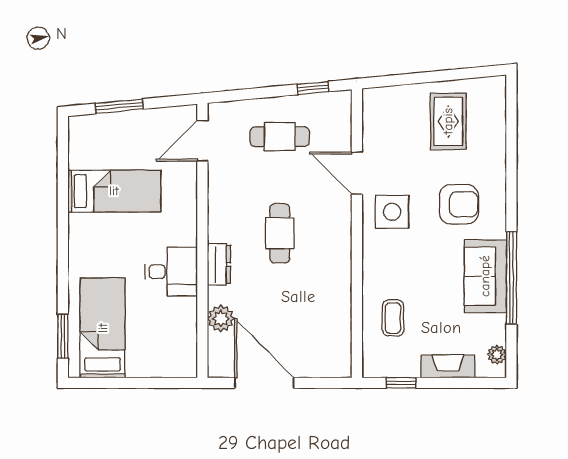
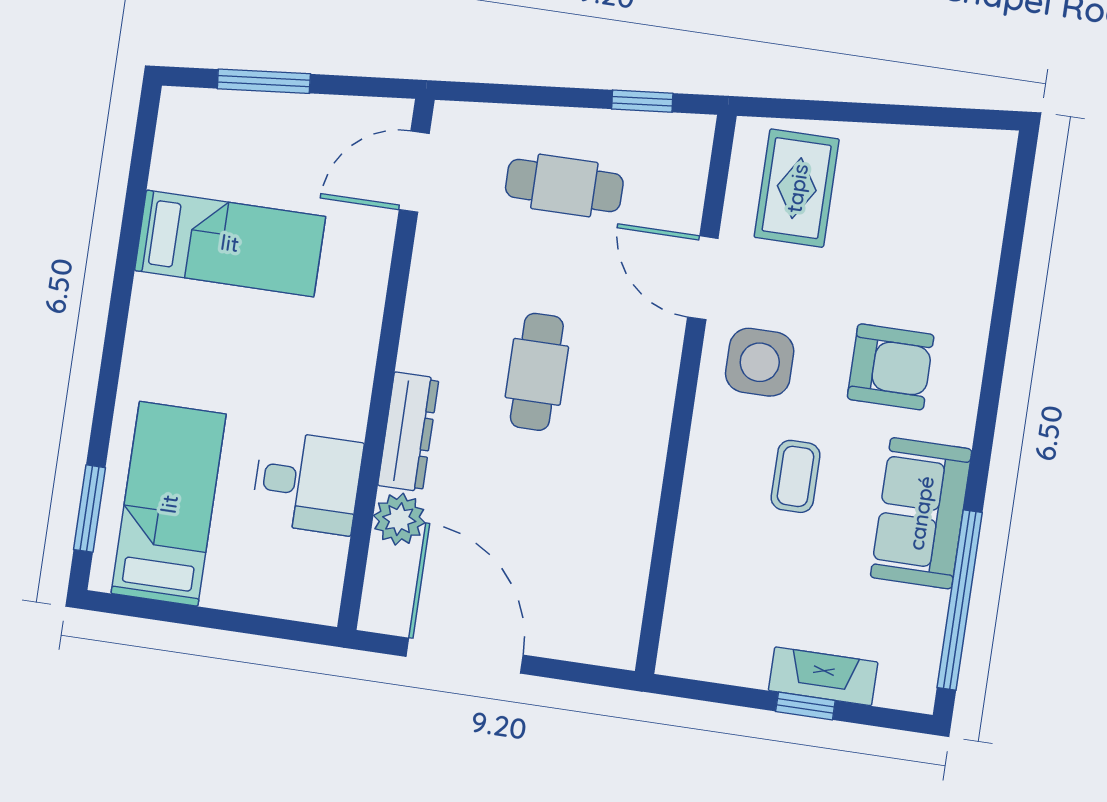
rug: (448, 121) -> (797, 188), moved
dresser: (219, 264) -> (408, 432), width x1.44
desk: (171, 272) -> (307, 482), moved
window: (511, 278) -> (960, 600), moved
coffee table: (393, 318) -> (796, 476), moved
plant: (497, 355) -> (921, 667), removed
window: (401, 383) -> (805, 706), moved

